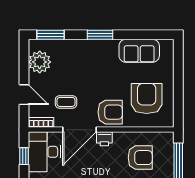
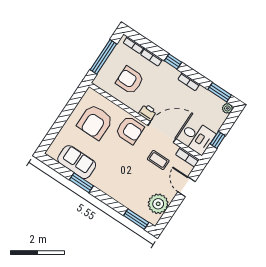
window: (100, 35) -> (81, 183), moved
armchair: (110, 112) -> (130, 130), turned 180
desk: (44, 152) -> (197, 137), width x0.73

